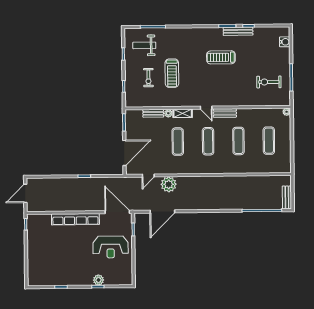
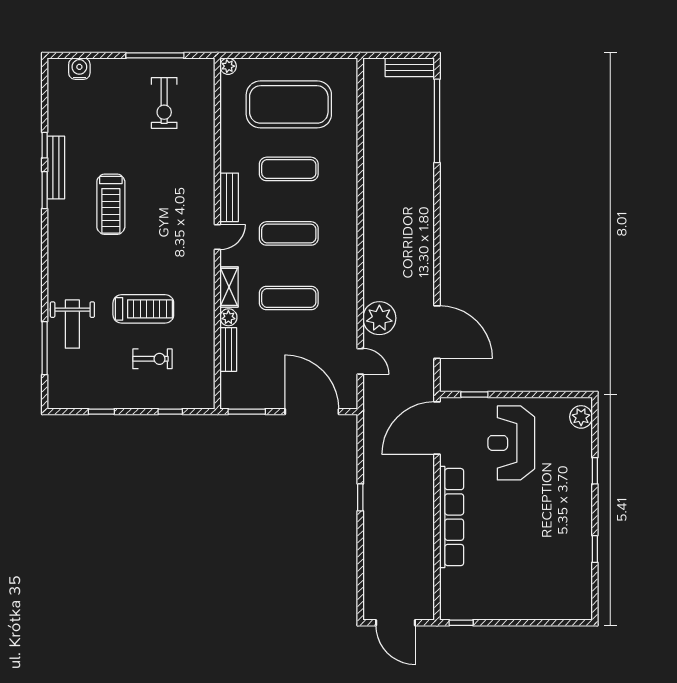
weight bench: (144, 45) -> (72, 324), moved
exercise mat: (269, 141) -> (289, 104), width x2.00, depth x1.45
reception desk: (111, 247) -> (511, 443), turned 180
plant: (99, 280) -> (581, 417), moved

